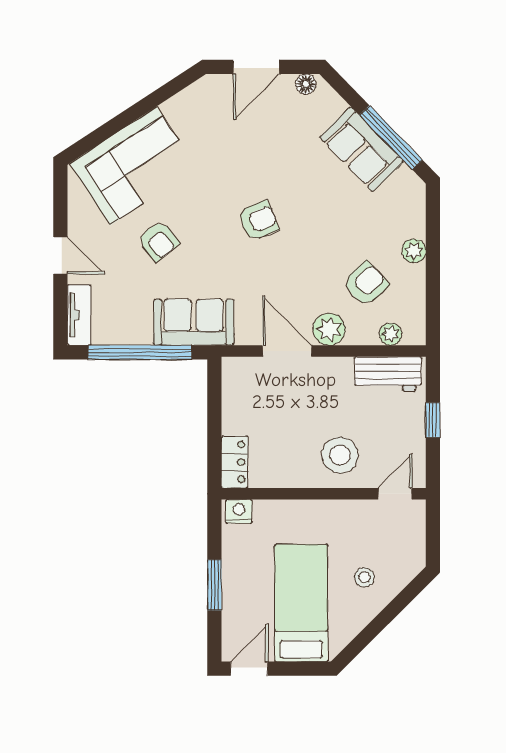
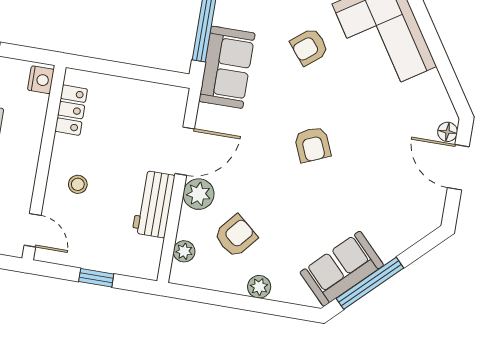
floor lamp: (306, 84) -> (448, 132), moved
sofa: (362, 149) -> (342, 269), moved
armchair: (366, 284) -> (236, 236), turned -97
workbench: (388, 374) -> (154, 204), moved
stool: (340, 455) -> (78, 184), width x0.53, depth x0.53
locker: (235, 462) -> (71, 110), moved, turned -90

